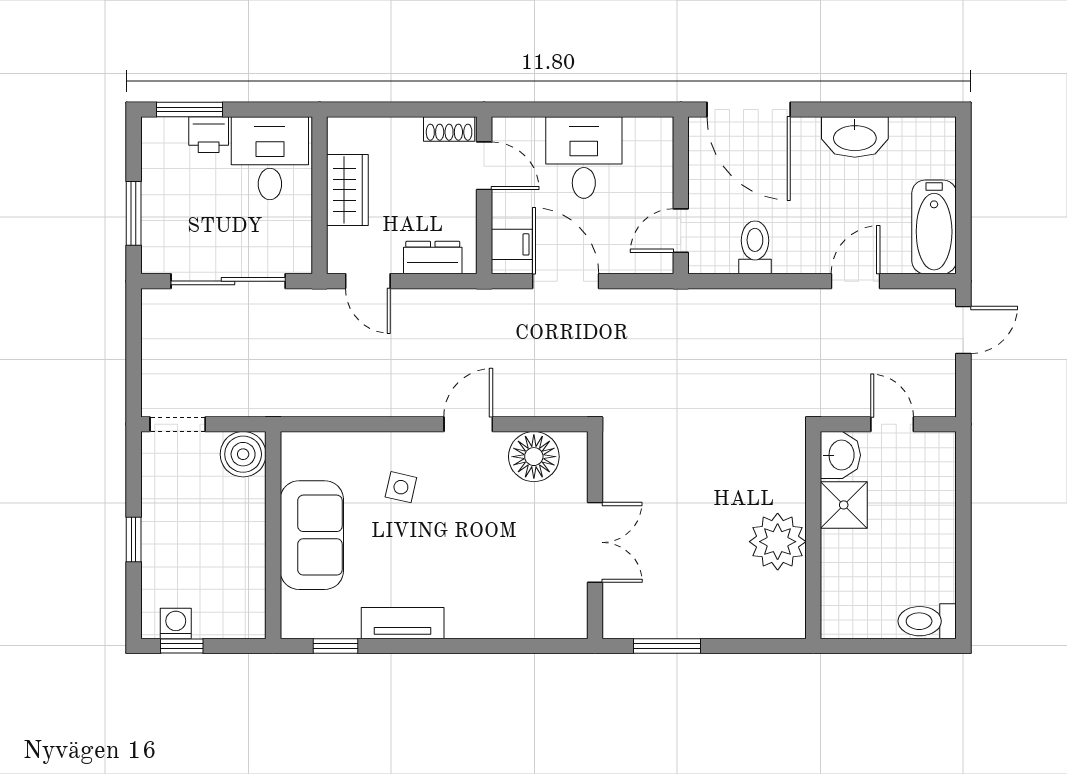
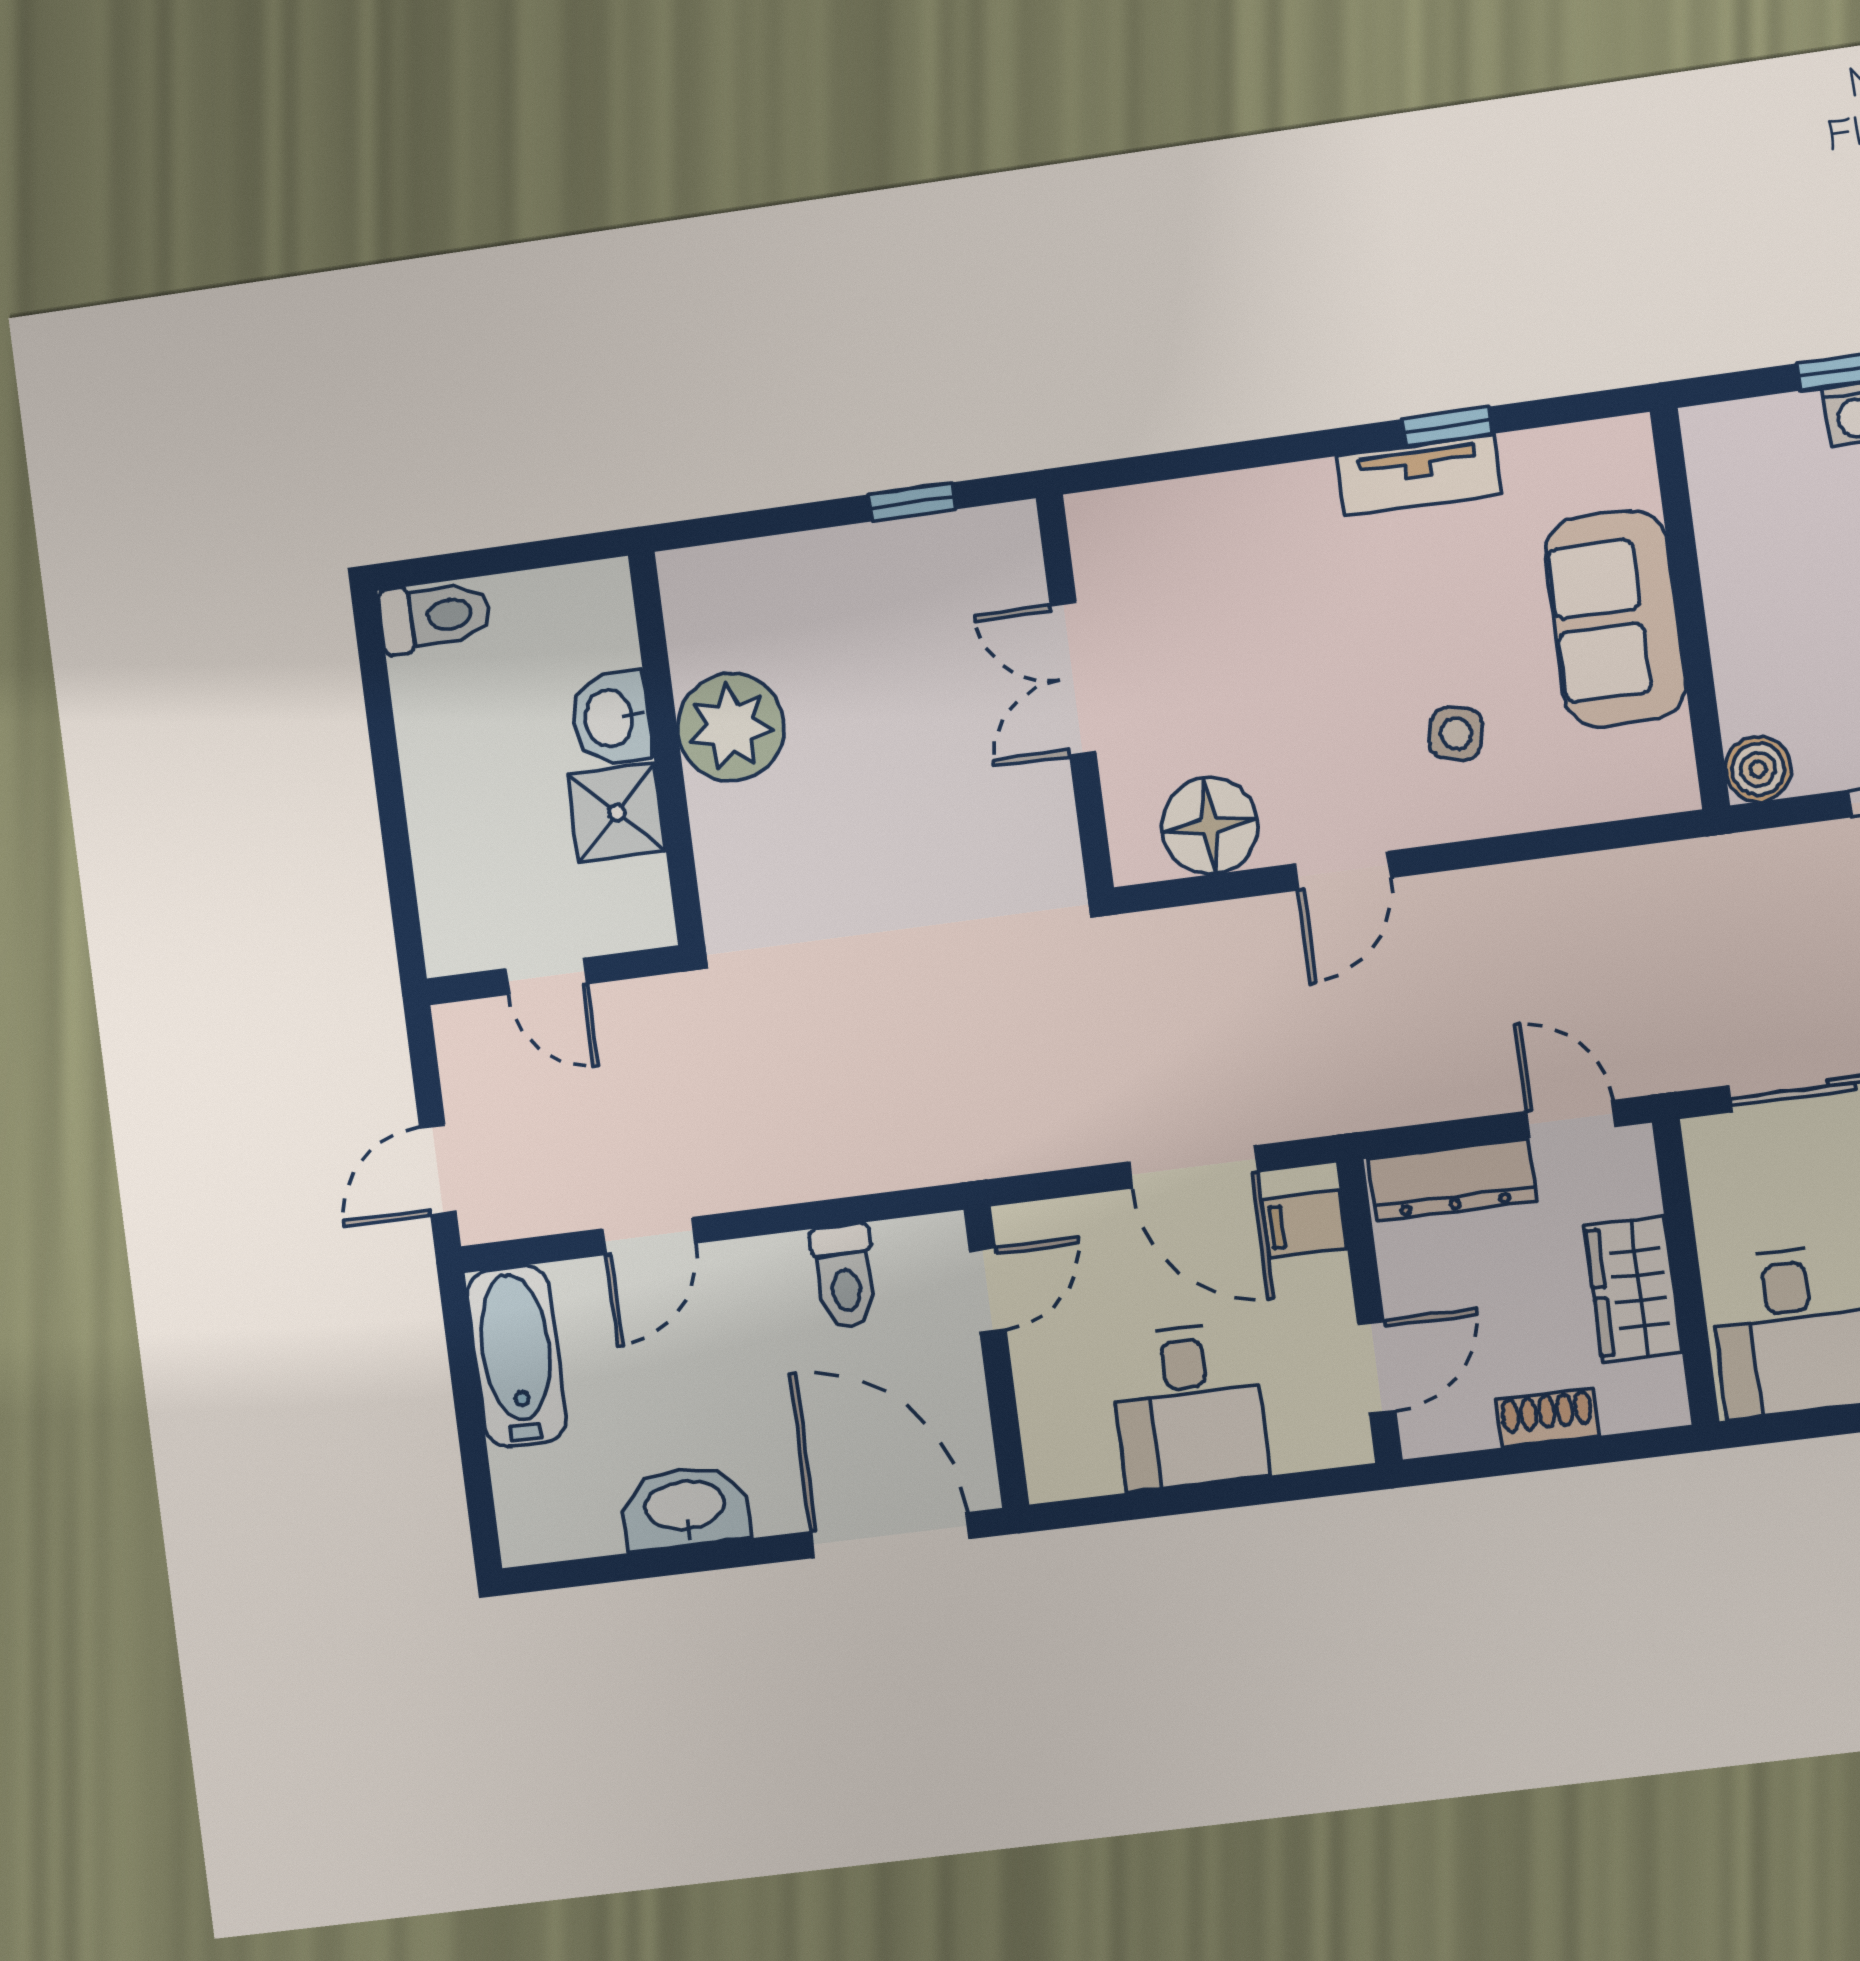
shoe rack: (449, 129) -> (1547, 1418), moved
door: (484, 166) -> (1377, 1367), swing flipped
dresser: (433, 258) -> (1452, 1180), width x1.44
boiler: (243, 454) -> (1758, 769), width x0.73, depth x0.73
washbasin: (840, 455) -> (611, 718), moved
window: (335, 646) -> (1448, 426), moved
window: (667, 646) -> (912, 502), width x0.67

